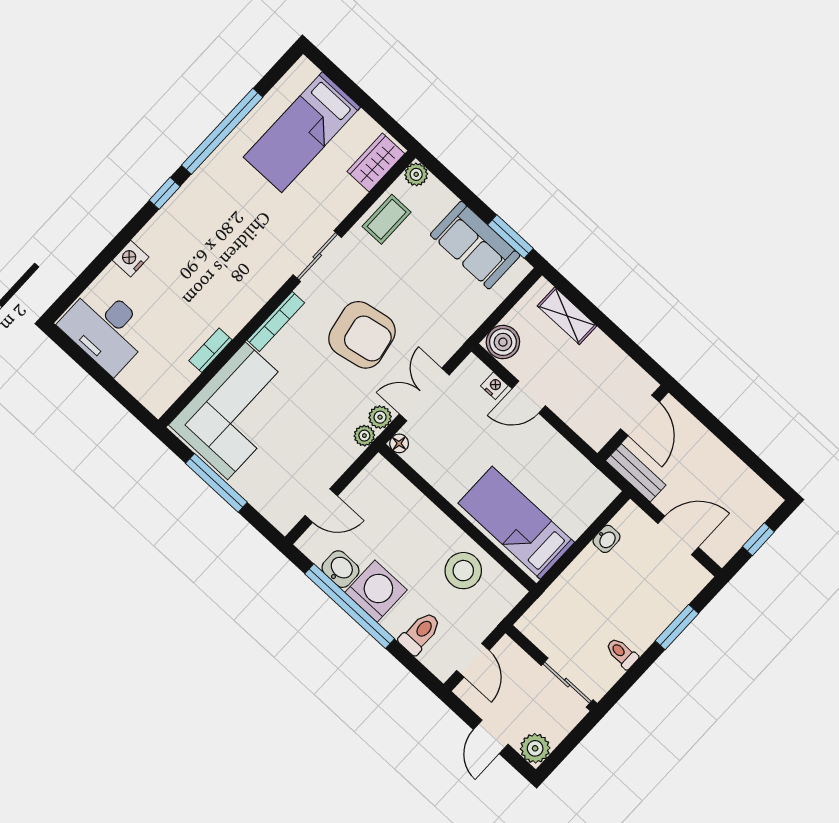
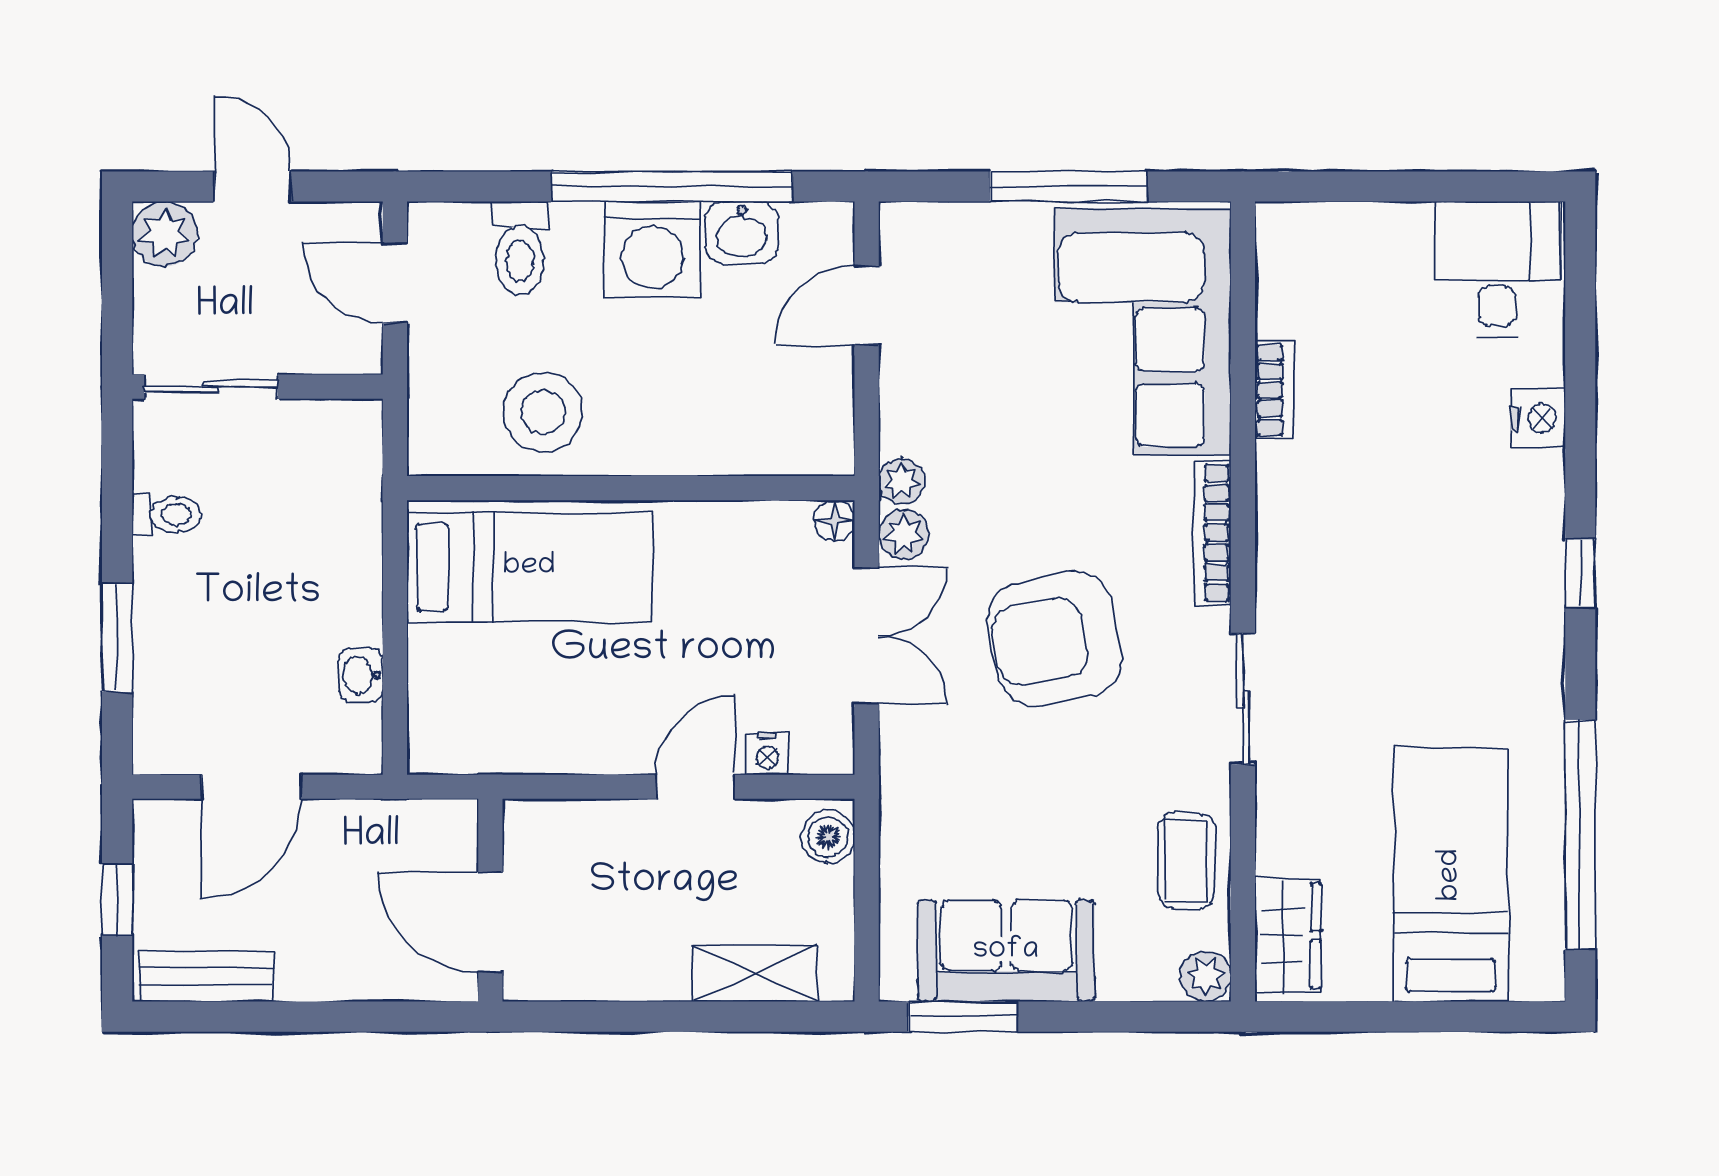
window: (222, 131) -> (1580, 834), moved
desk: (106, 329) -> (1497, 269), width x0.73
boiler: (503, 342) -> (828, 837), width x0.73, depth x0.73
bench: (636, 473) -> (206, 976), moved

